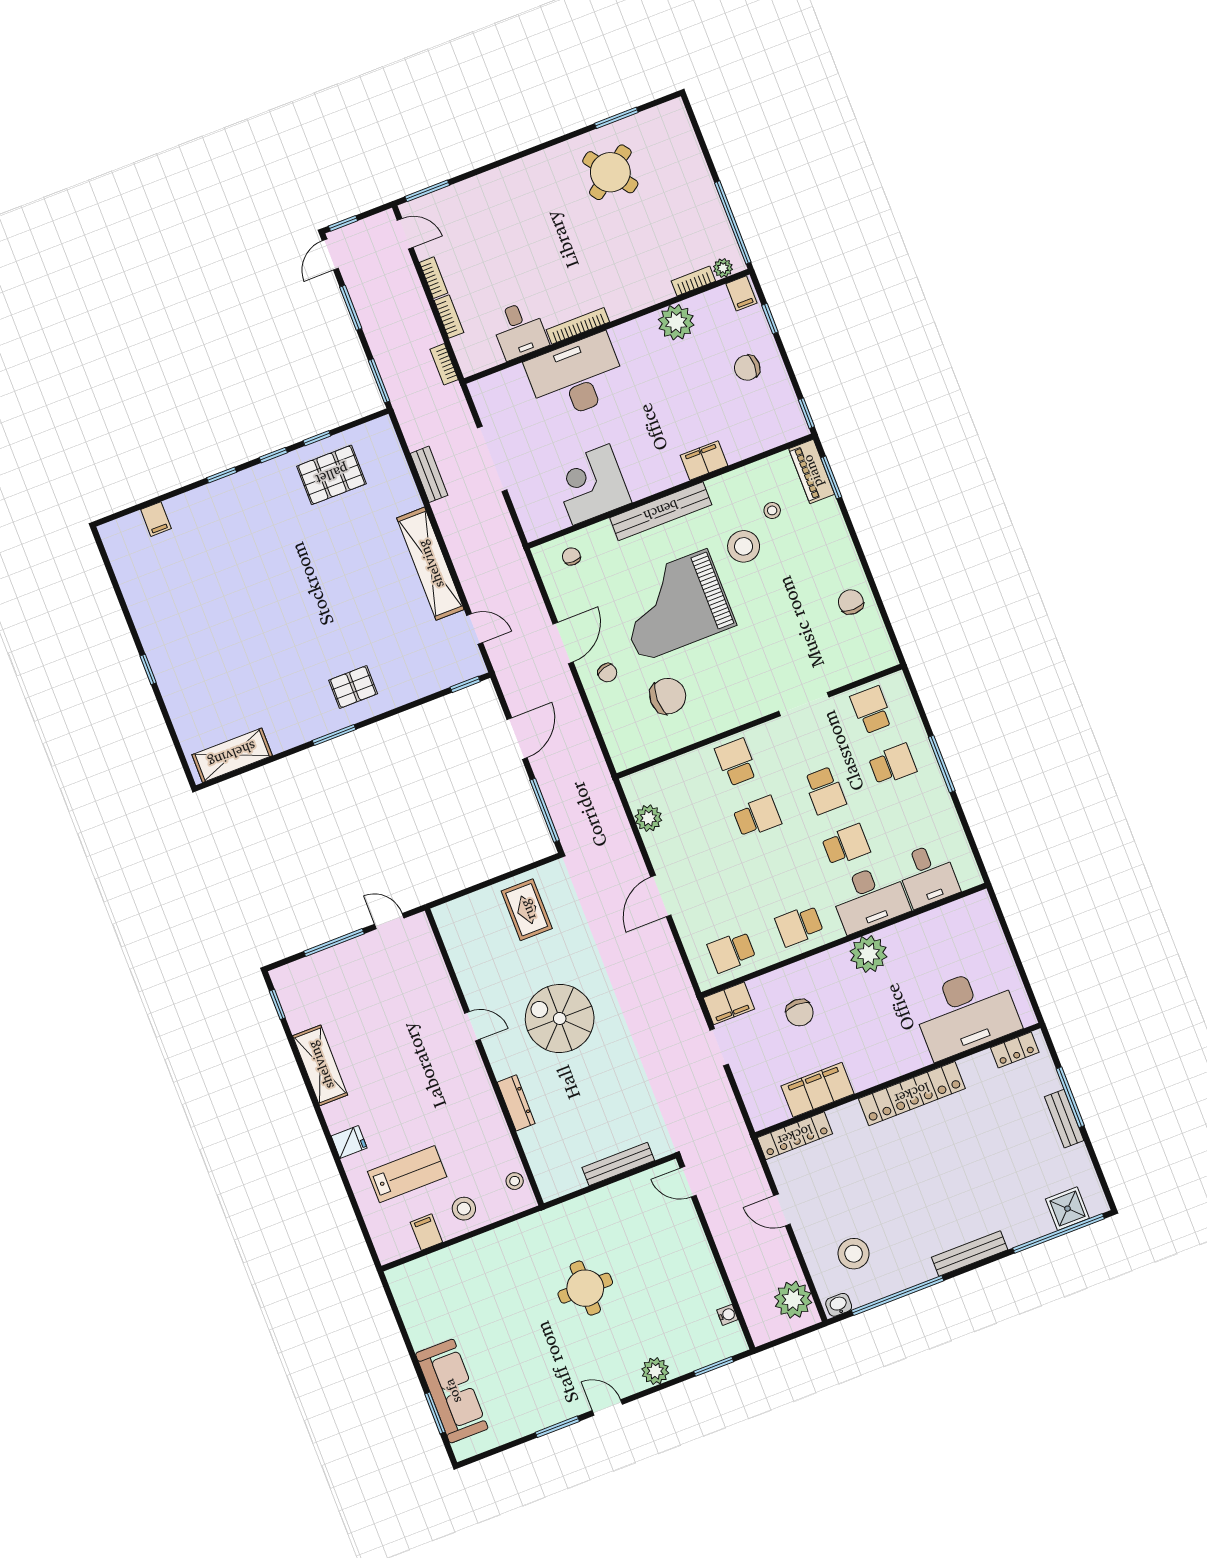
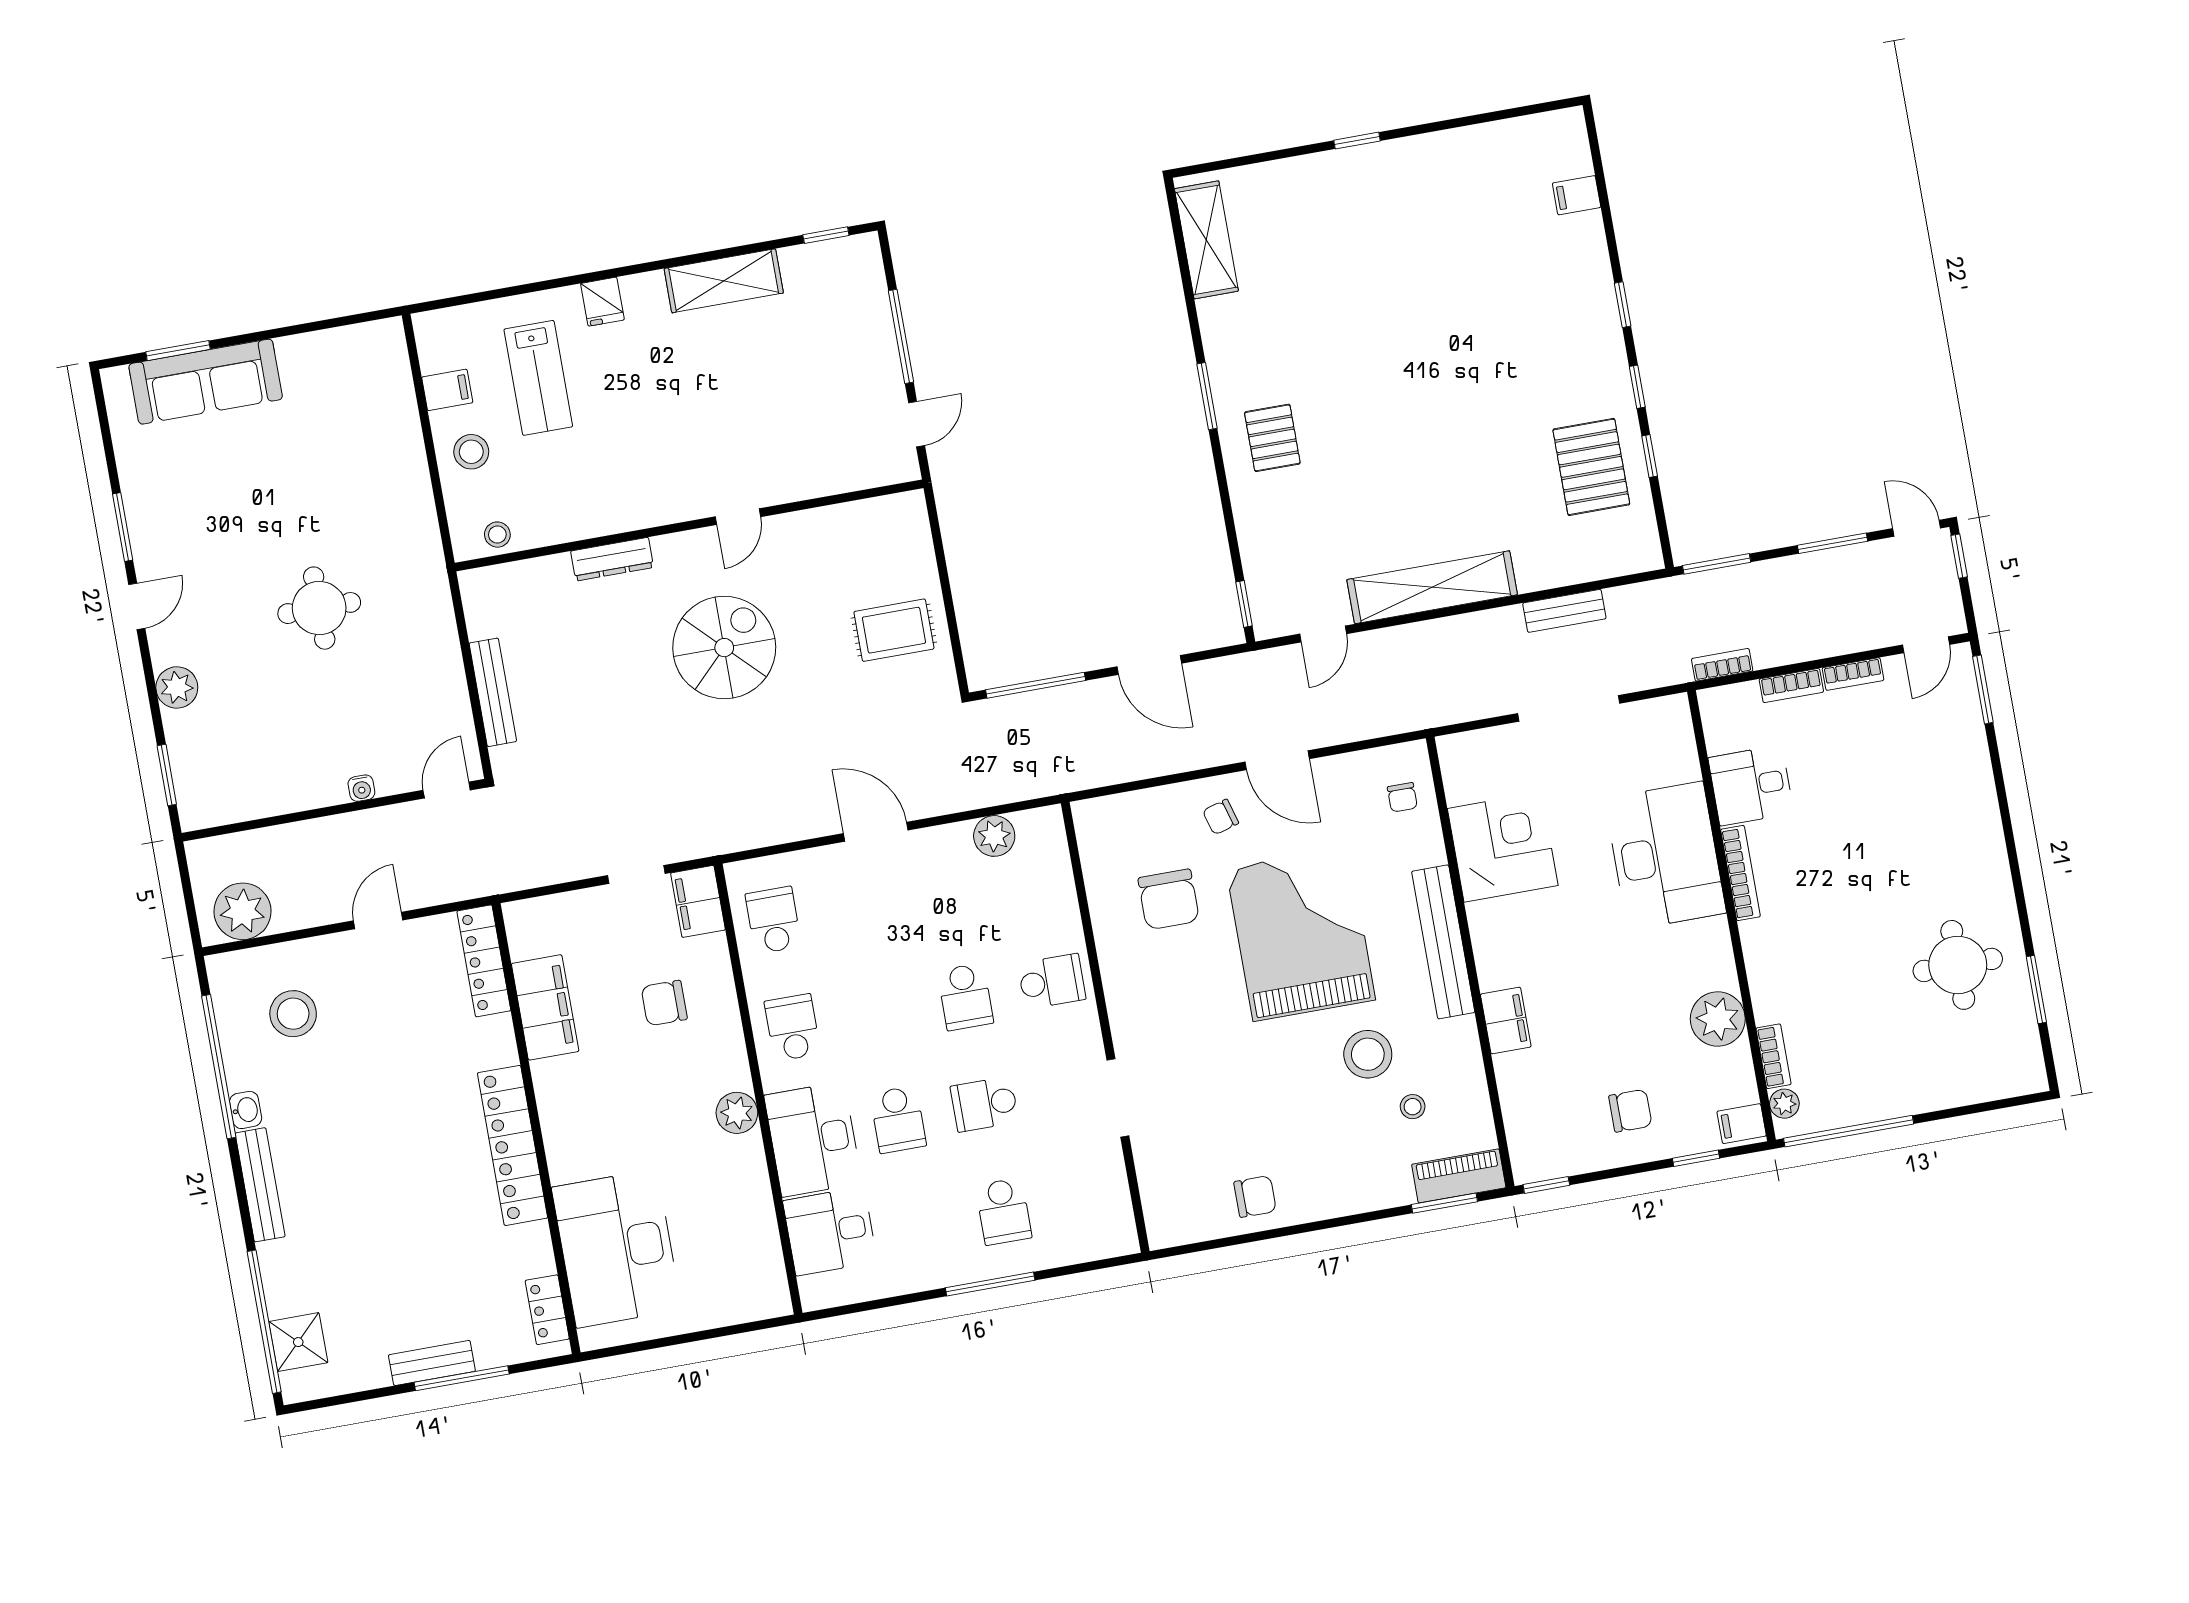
round table: (610, 172) -> (1958, 965), turned 36
chair: (747, 368) -> (1630, 1111), turned 90
chair: (571, 556) -> (1402, 797), turned 90
school desk: (872, 710) -> (1090, 1196), removed
plant: (869, 954) -> (737, 1113), width x0.73, depth x0.73
washbasin: (839, 1305) -> (246, 1110), moved
water cooler: (727, 1315) -> (361, 788), moved

